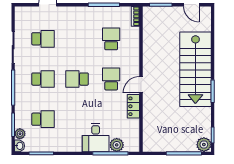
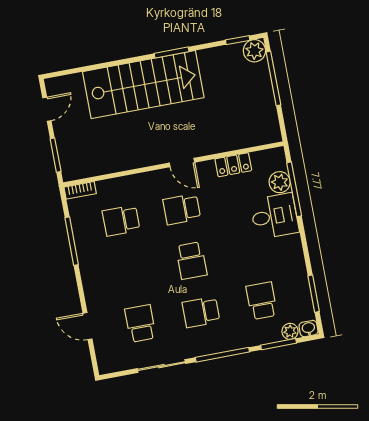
school desk: (43, 79) -> (201, 312), turned -90
locker: (133, 106) -> (233, 165), moved

